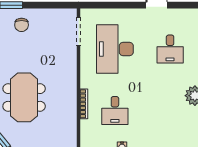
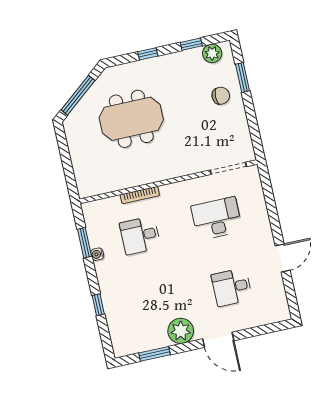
chair: (22, 25) -> (221, 96), turned 180
desk: (115, 49) -> (217, 218), width x0.73, depth x0.77

